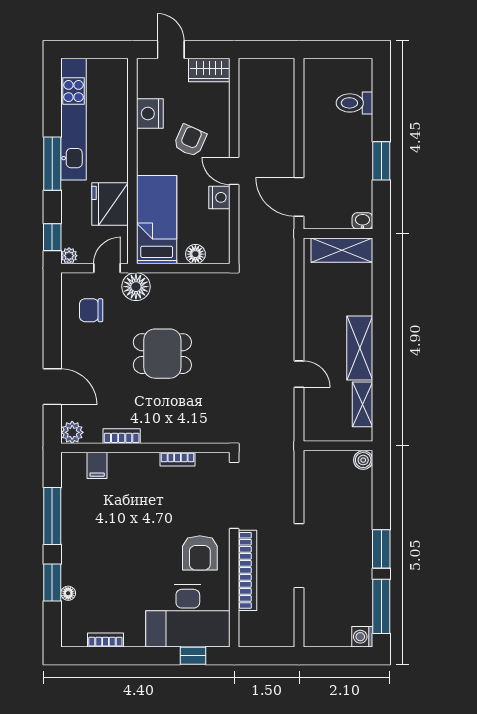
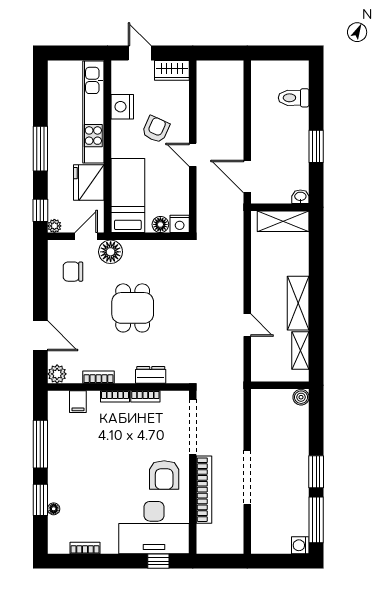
kitchen unit: (73, 119) -> (93, 112), moved, turned 180
nightstand: (219, 197) -> (180, 224), moved, turned 90
dining table: (162, 354) -> (133, 308), turned 90
dresser: (184, 433) -> (151, 375), added
bookcase: (141, 459) -> (115, 396), added

